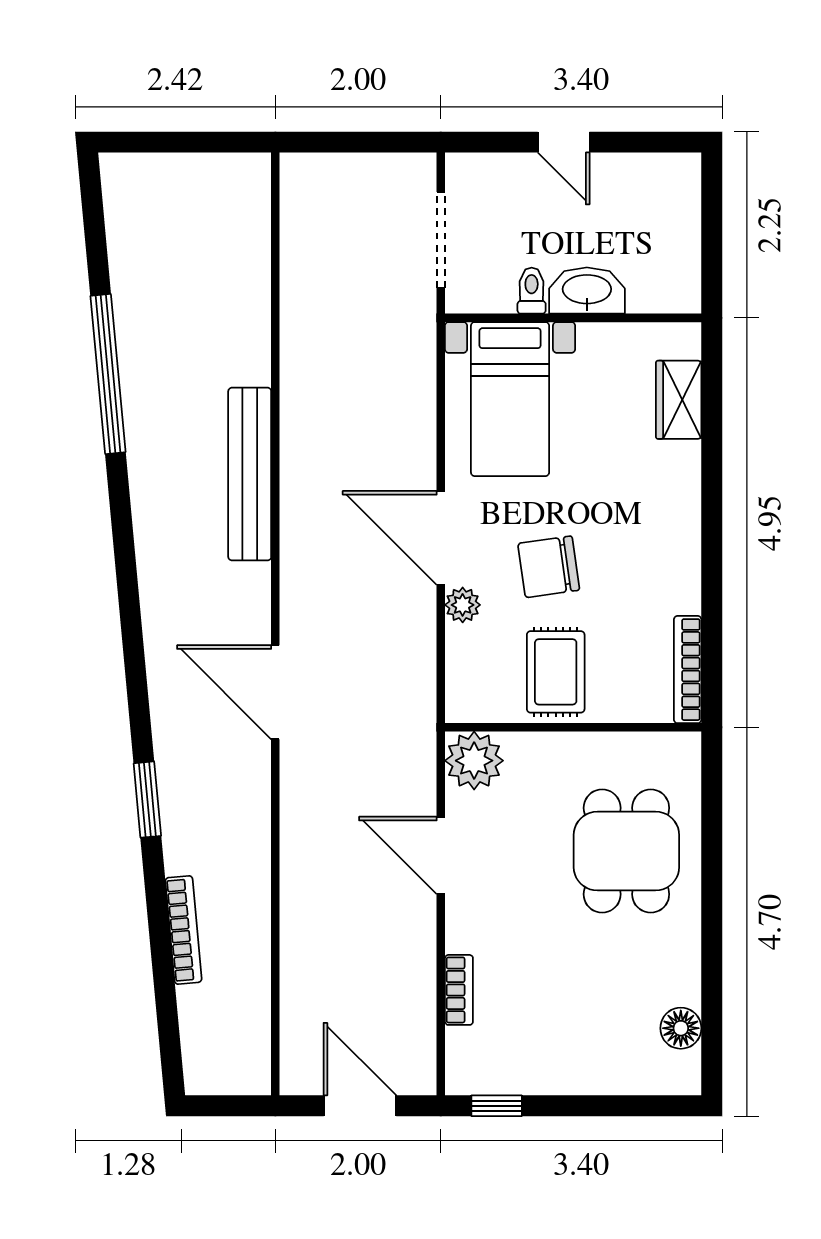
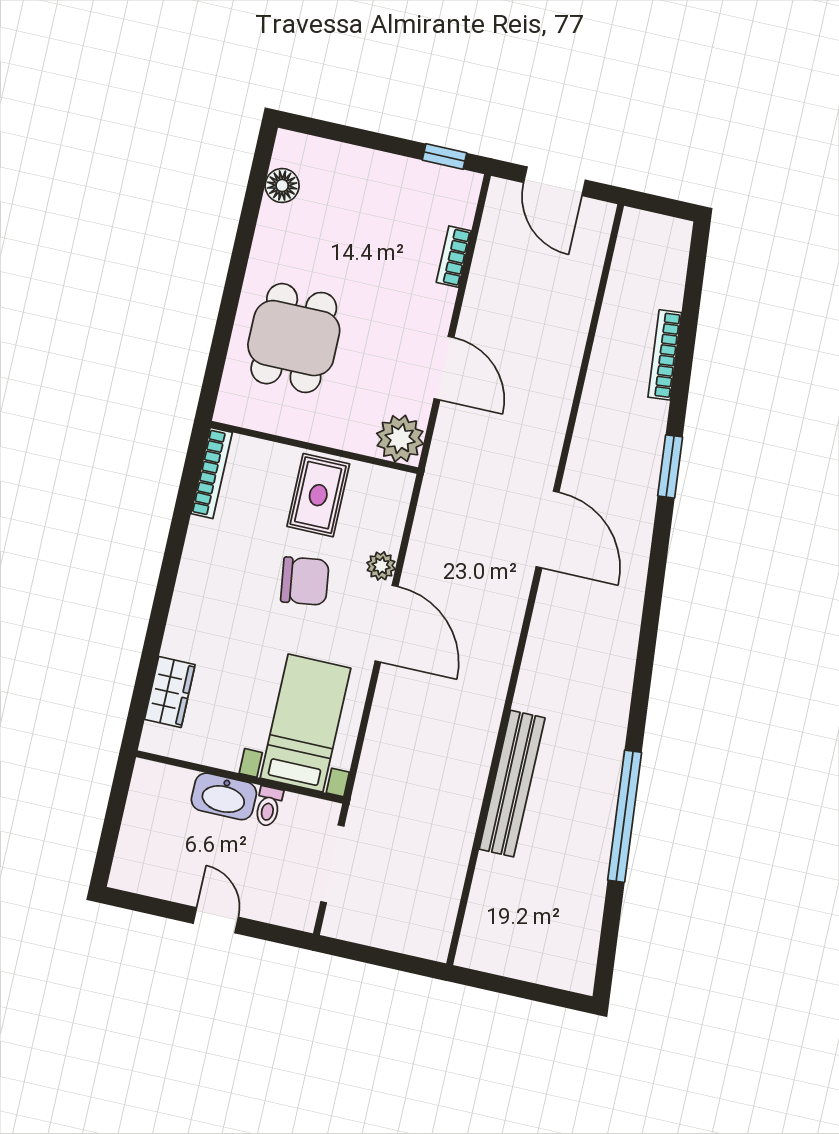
bench: (250, 474) -> (512, 784), moved

